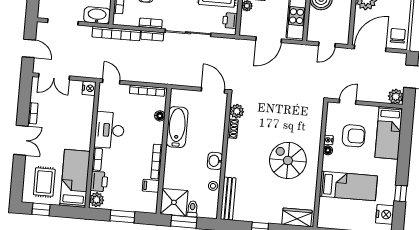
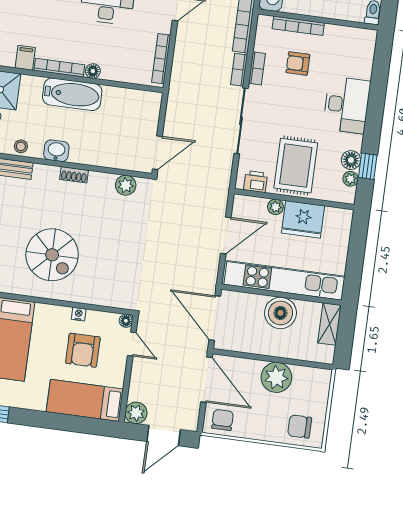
chair: (398, 36) -> (223, 420), turned -90
door: (269, 40) -> (226, 235), swing flipped
door: (327, 45) -> (215, 318), width x1.88
floor lamp: (160, 116) -> (93, 71), moved
bathtub: (177, 127) -> (72, 94), moved
shoe rack: (233, 129) -> (74, 175), moved
floor lamp: (328, 150) -> (126, 321), moved
spiral stairs: (288, 160) -> (52, 255), turned 90

